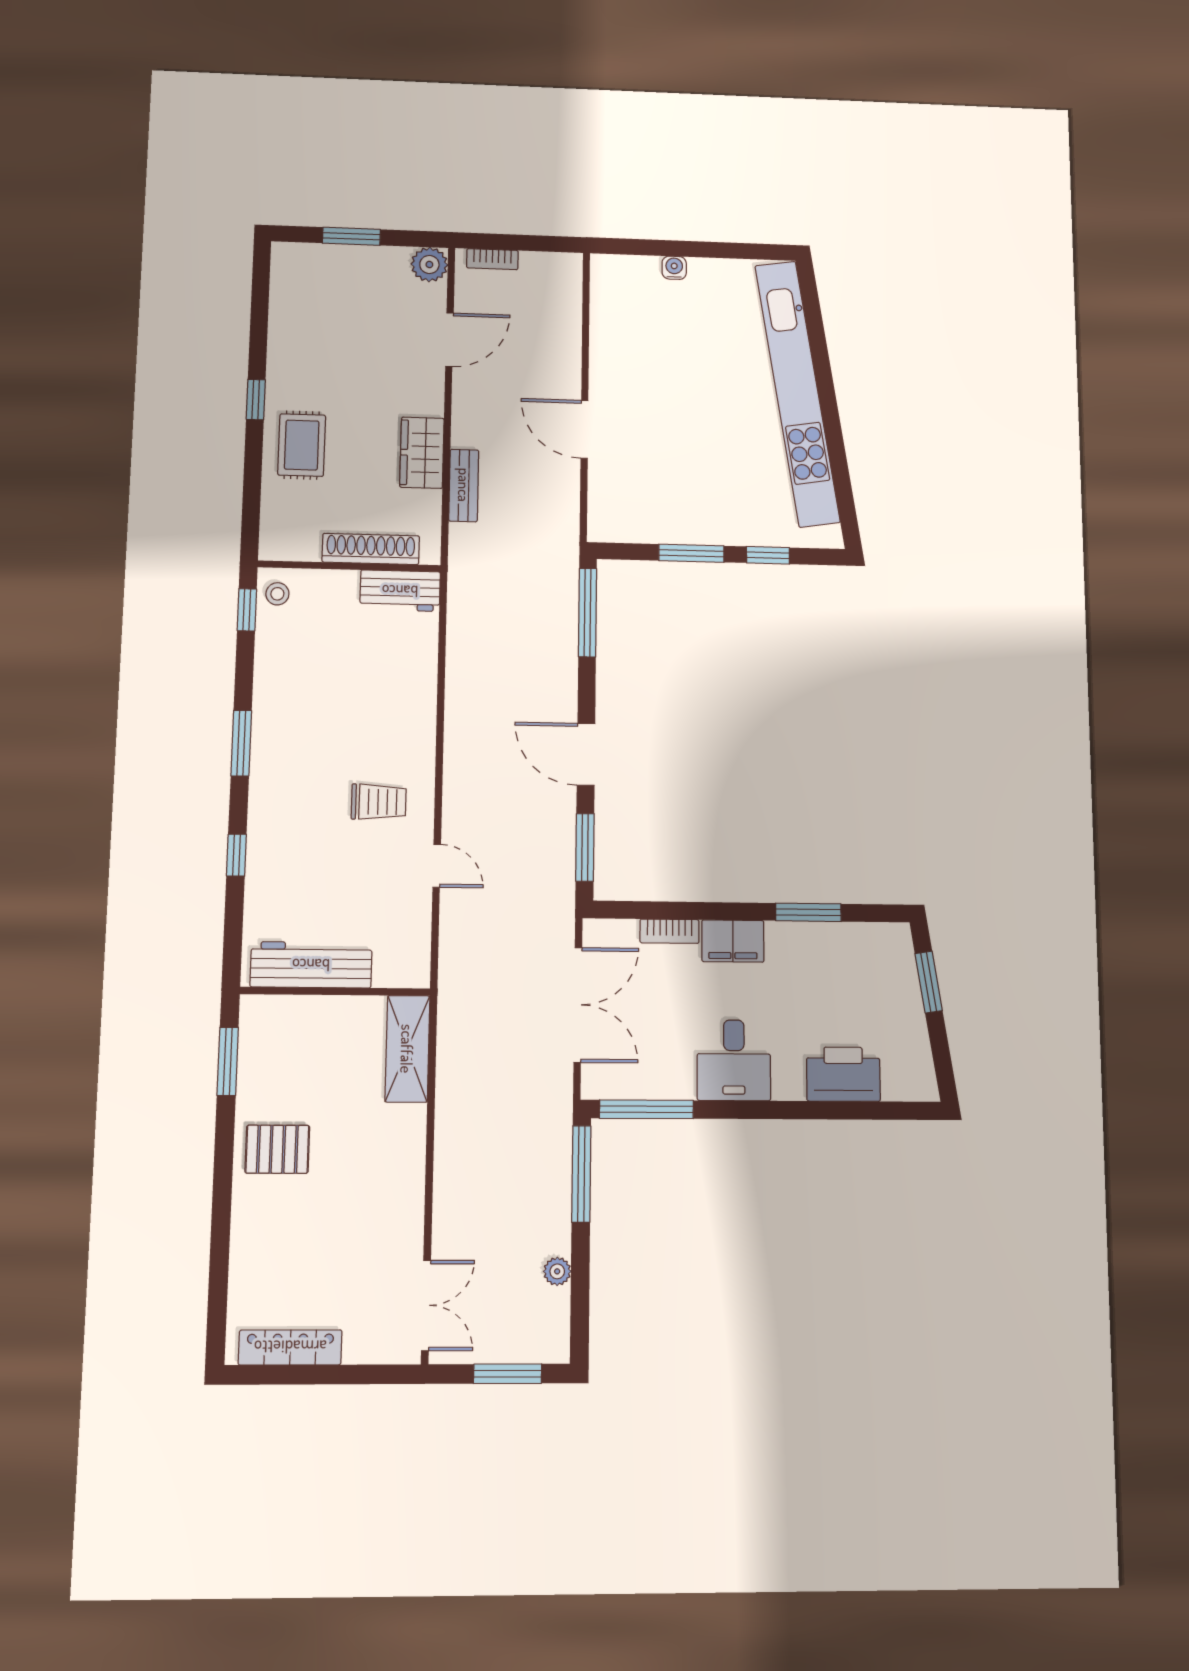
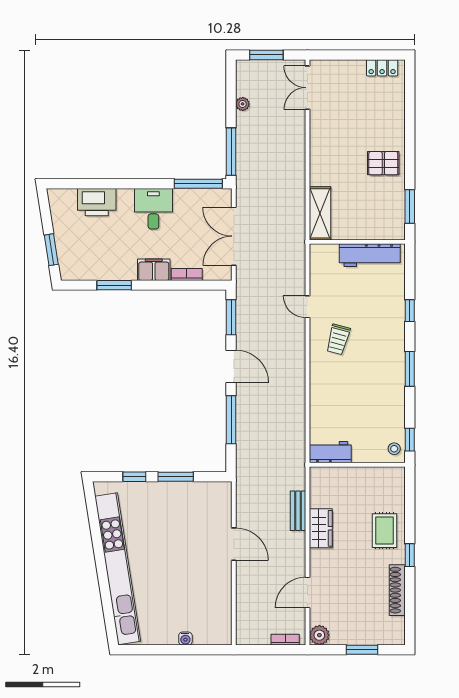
shoe rack: (371, 549) -> (397, 590), moved, turned 90
window: (588, 612) -> (231, 420), moved
trolley: (379, 802) -> (338, 339), turned -75
locker: (290, 1347) -> (382, 68), width x0.66

